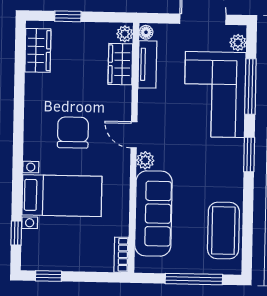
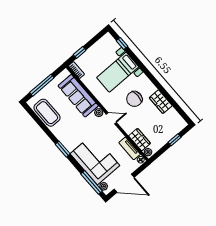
wardrobe: (38, 50) -> (161, 102), moved
window: (250, 87) -> (92, 182), moved
chair: (73, 132) -> (134, 99), turned 90
window: (48, 276) -> (80, 52), moved

